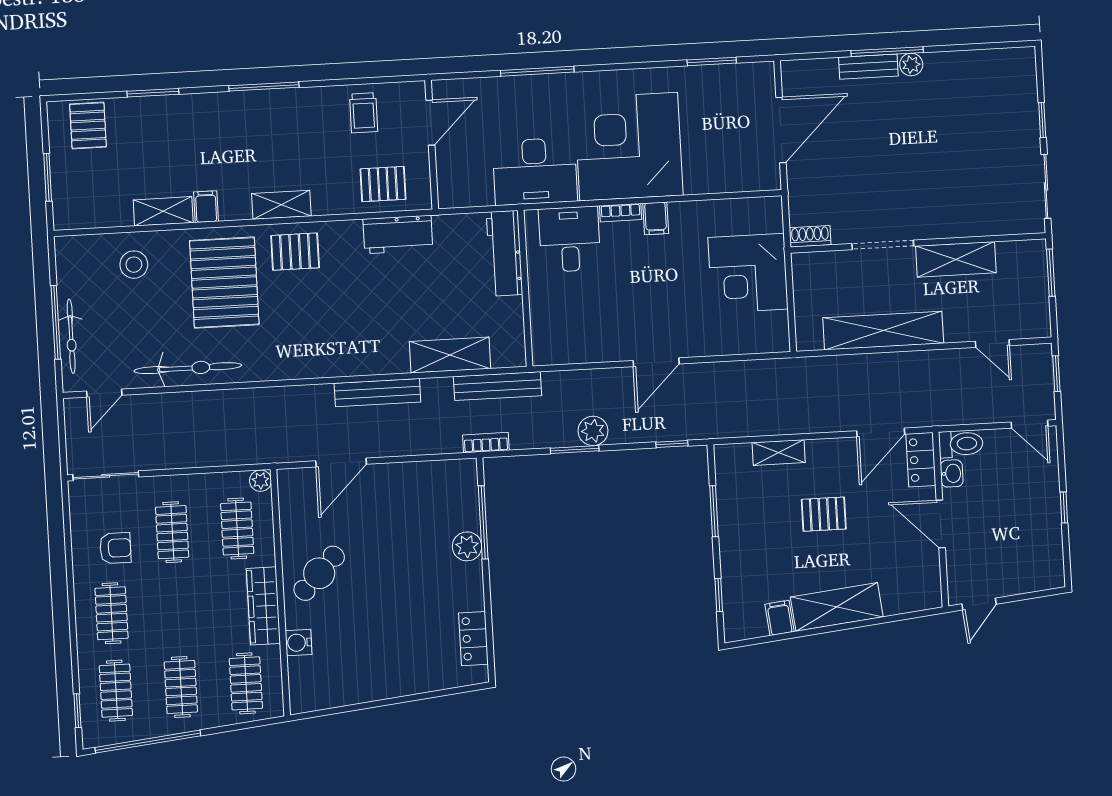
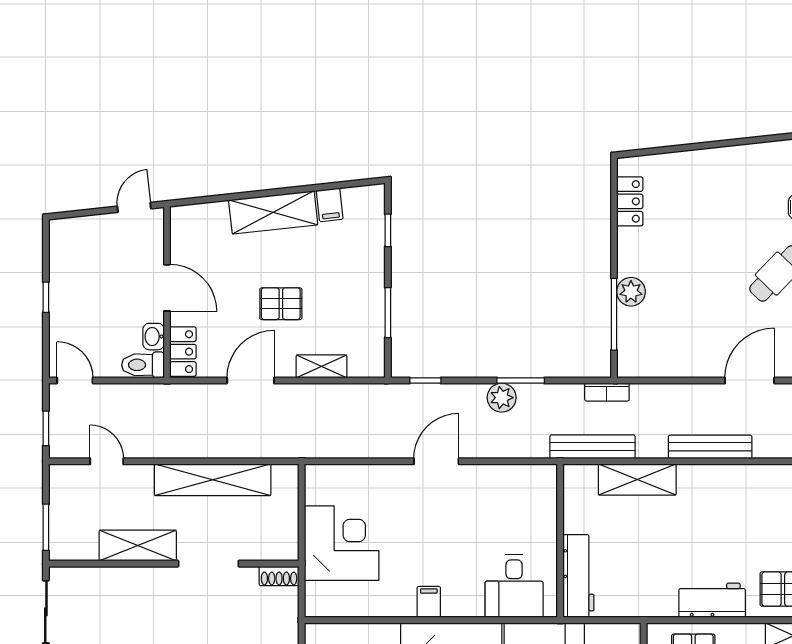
bookcase: (621, 213) -> (463, 609), removed
workbench: (398, 234) -> (712, 600), moved
door: (881, 432) -> (251, 380), moved

